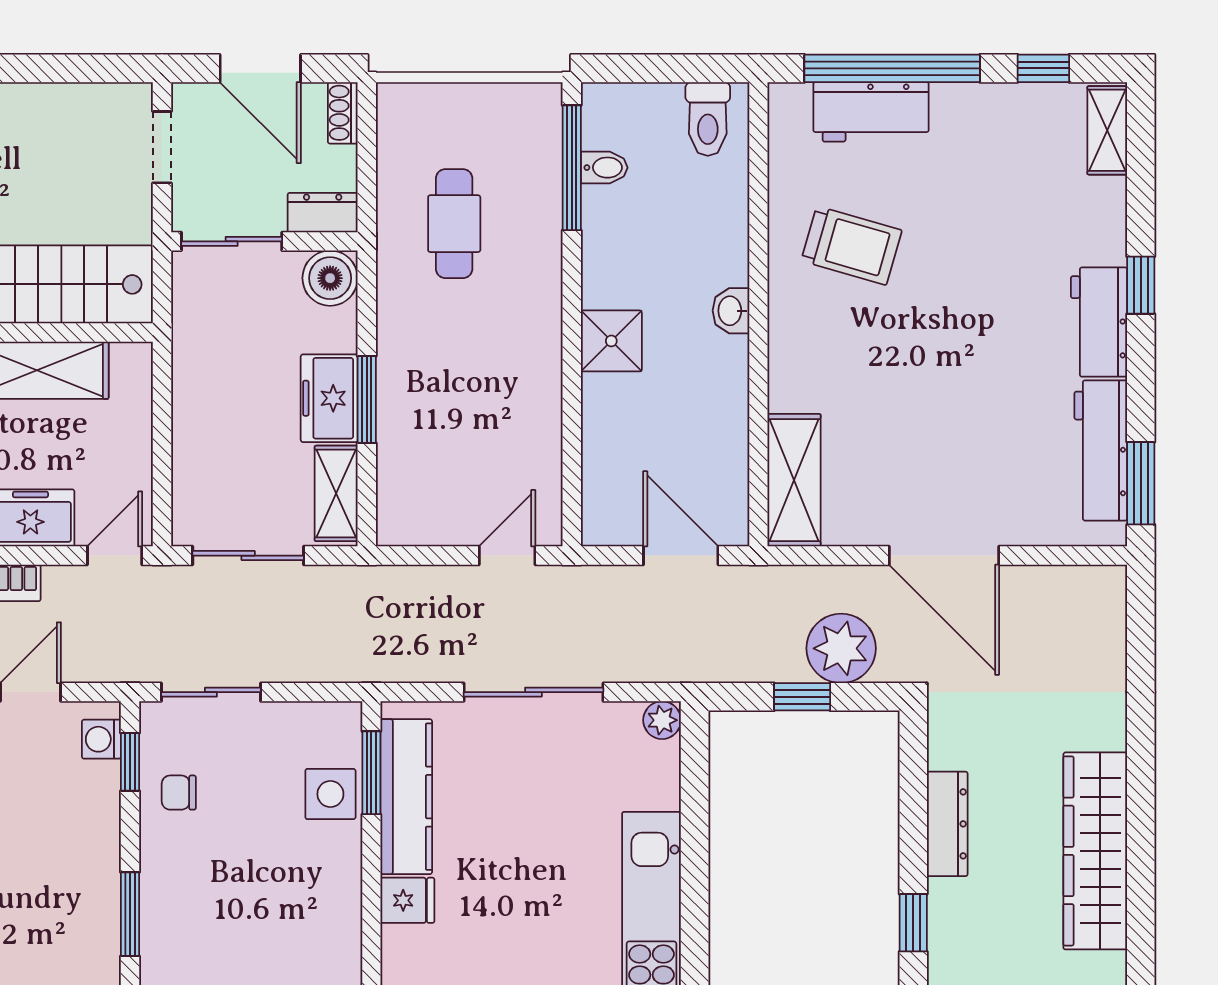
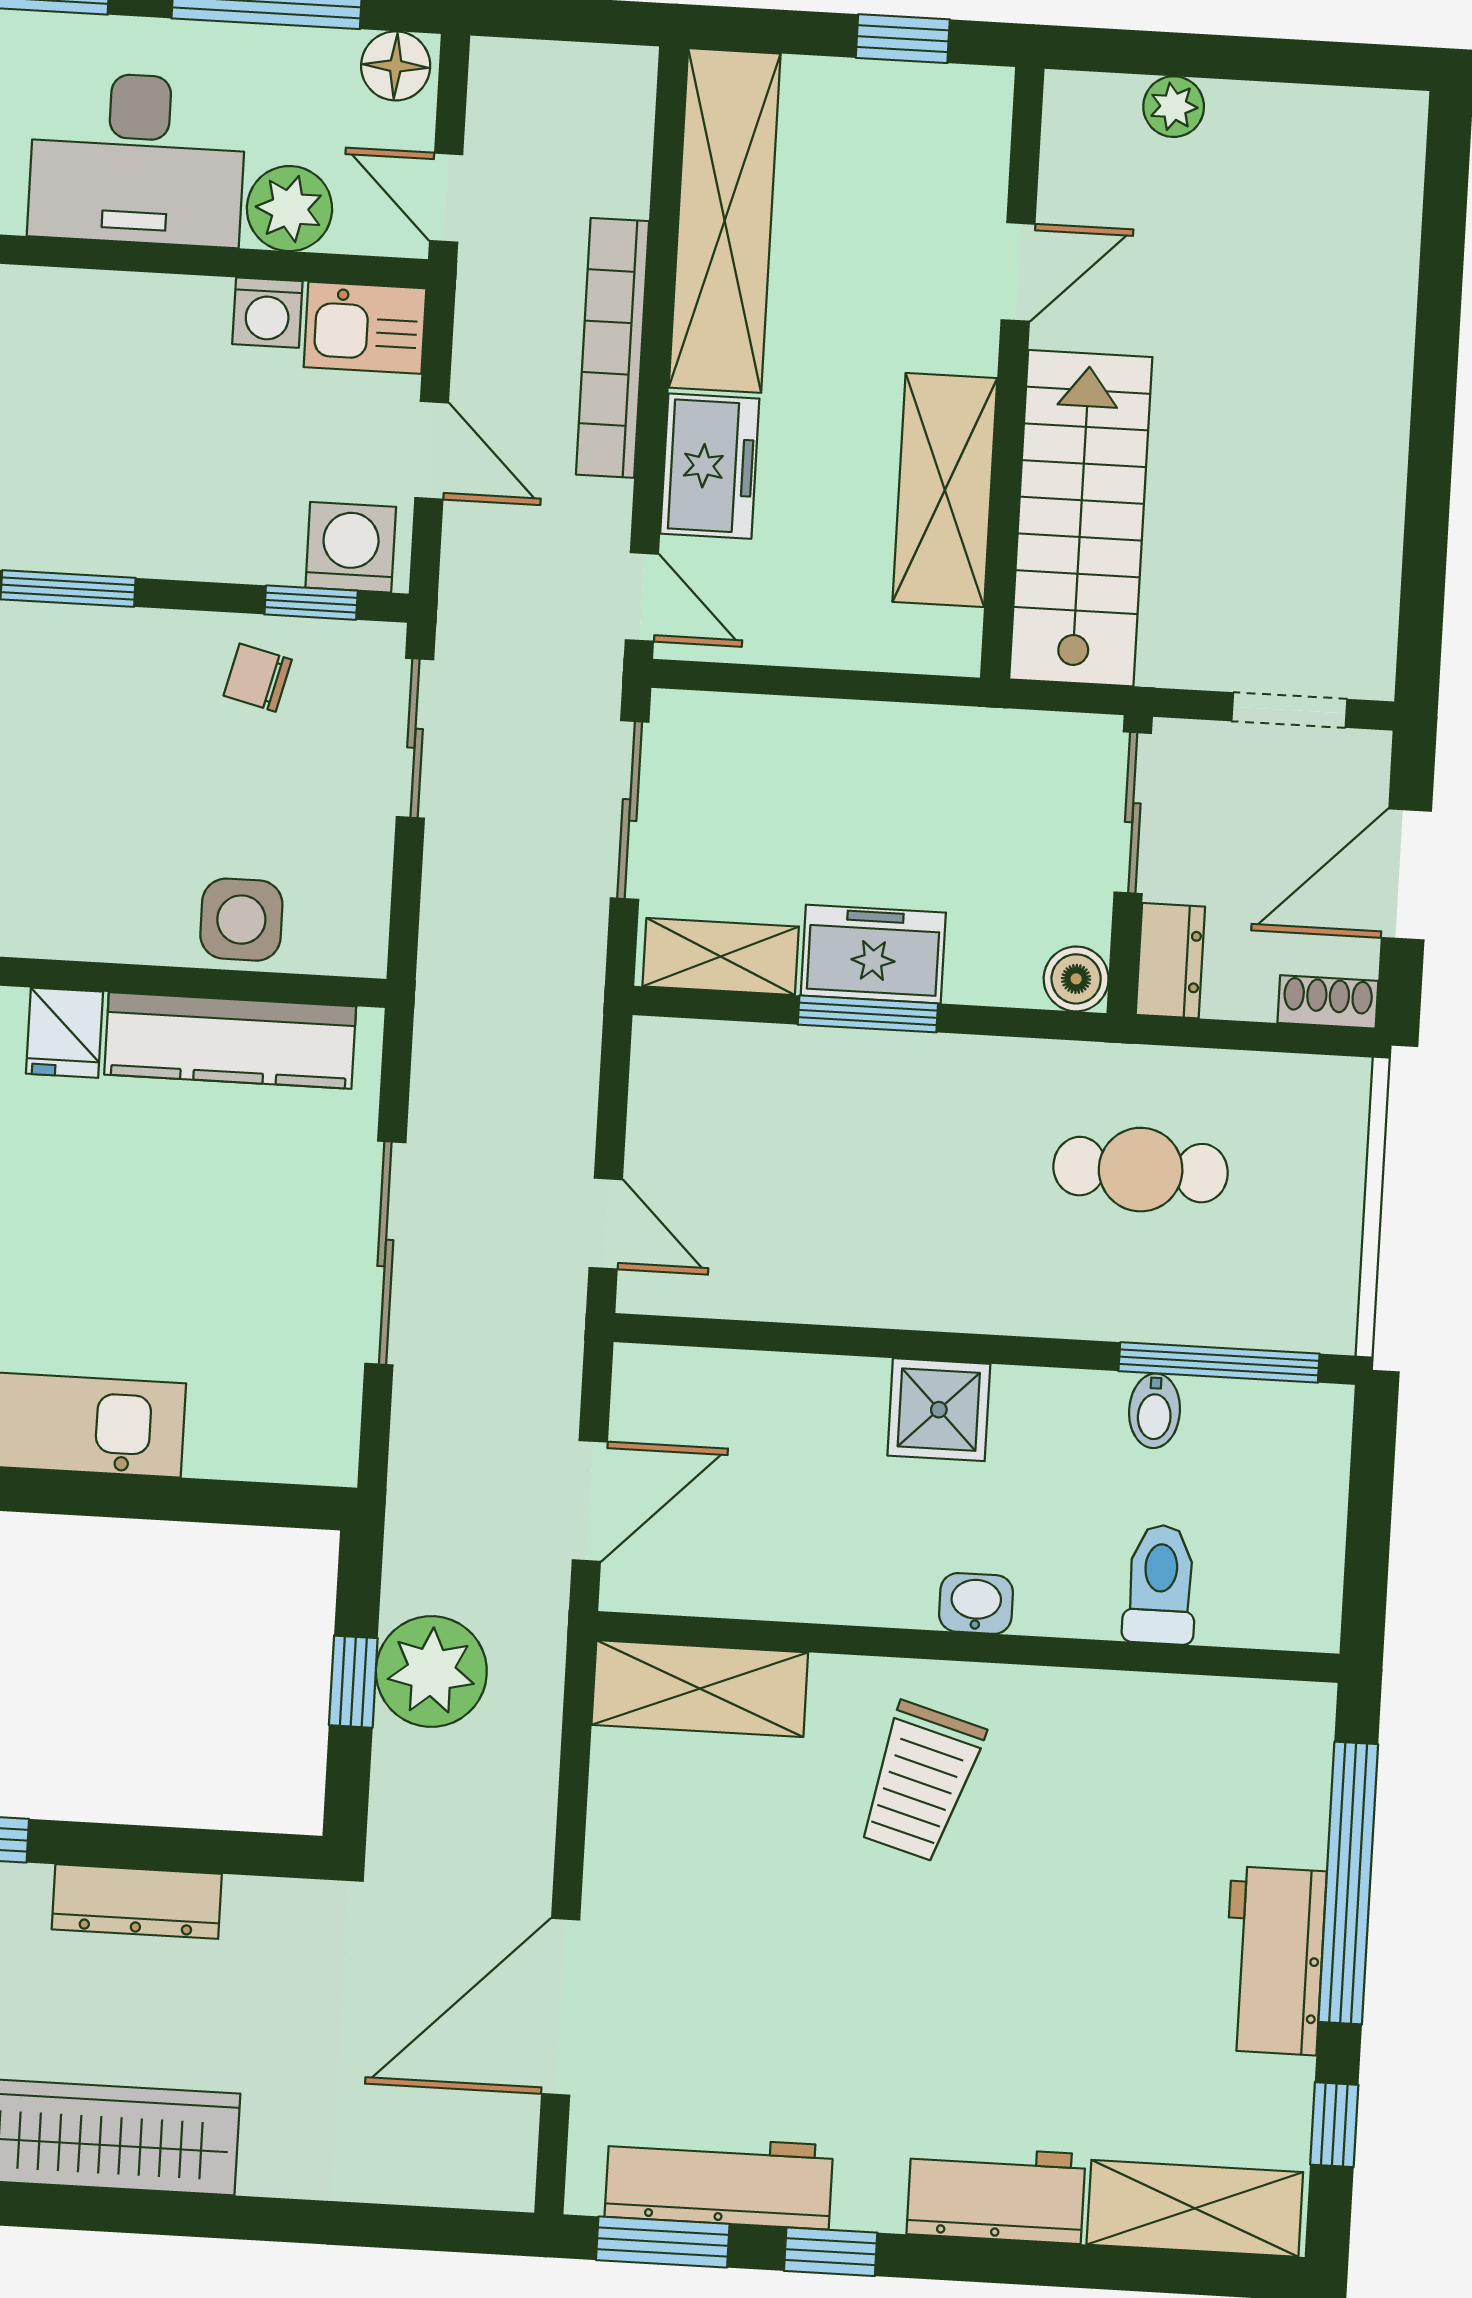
workbench: (871, 112) -> (1274, 1961), moved
toilet: (708, 119) -> (1160, 1584), moved, turned 90
shelving: (1107, 130) -> (1195, 2208), width x1.50, depth x1.33
bidet: (604, 168) -> (1155, 1411), moved
trolley: (852, 246) -> (921, 1782), moved
boiler: (330, 278) -> (1076, 979), width x0.73, depth x0.73
window: (1141, 285) -> (831, 2252), moved
workbench: (1099, 322) -> (996, 2194), moved
door: (944, 556) -> (561, 2007), moved
plant: (841, 648) -> (431, 1672), moved
plant: (662, 720) -> (329, 1456), removed
washing machine: (101, 739) -> (351, 547), width x1.38, depth x1.38
window: (371, 773) -> (272, 987), removed
chair: (179, 793) -> (258, 678), turned -76

